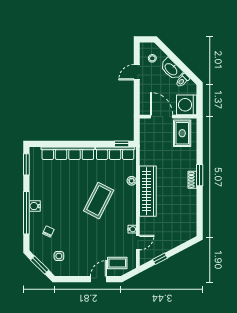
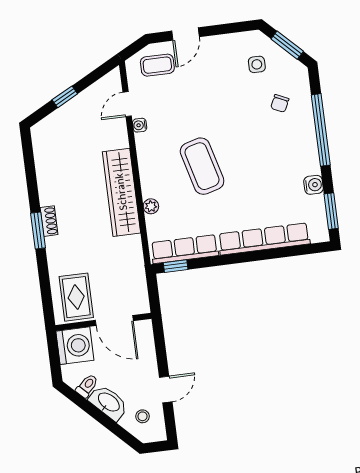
coffee table: (99, 201) -> (202, 166), turned -42
water cooler: (35, 206) -> (313, 185), moved
window: (160, 259) -> (65, 97), moved

